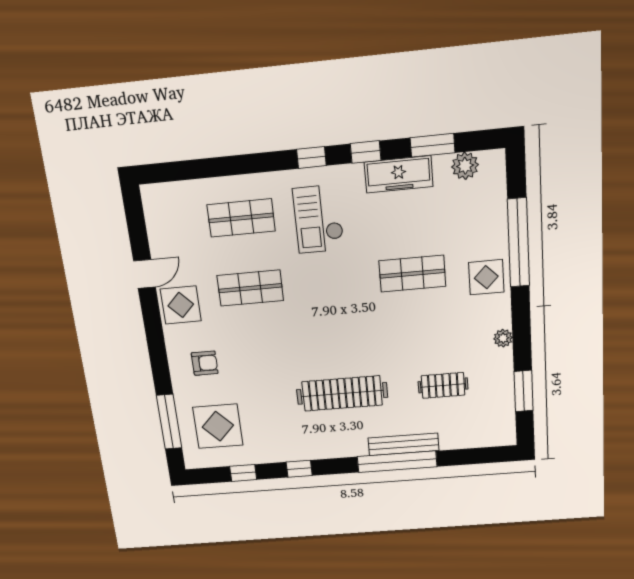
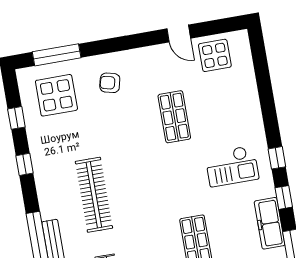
shop shelf: (241, 218) -> (228, 107), removed
checkout: (318, 219) -> (232, 166), turned 180
display table: (181, 305) -> (215, 55), moved
armchair: (205, 363) -> (110, 83), turned 104

